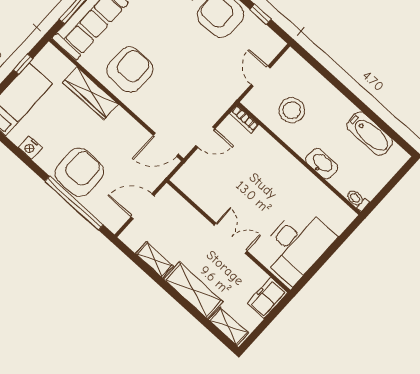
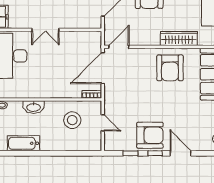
door: (205, 137) -> (103, 68), width x1.88

